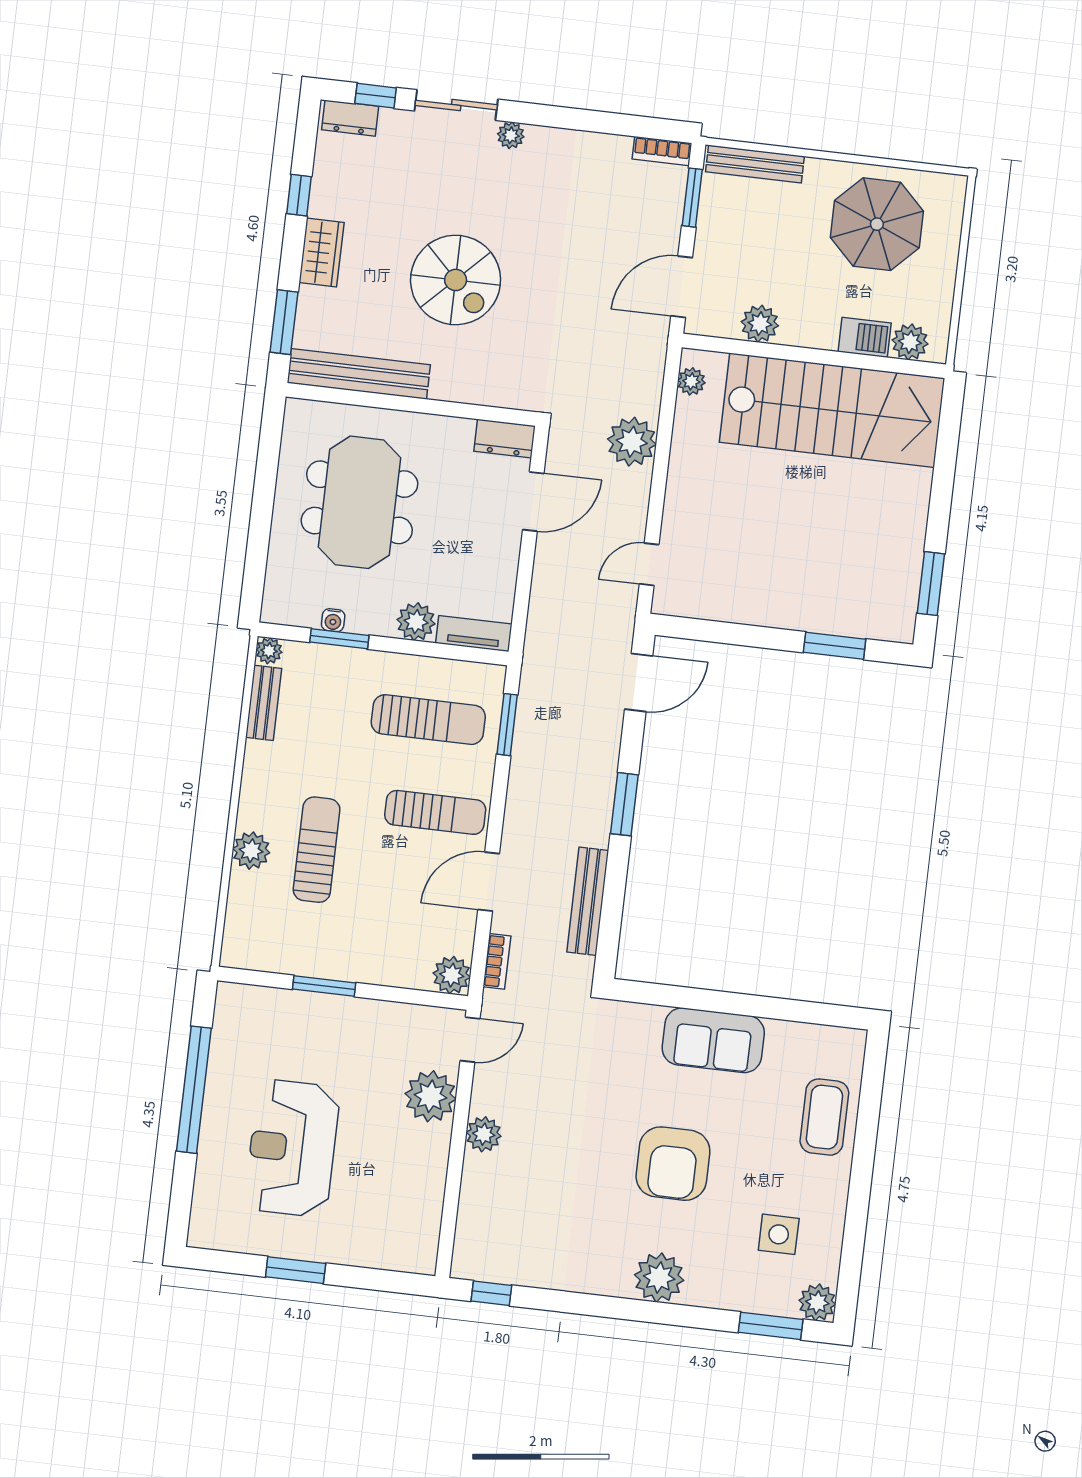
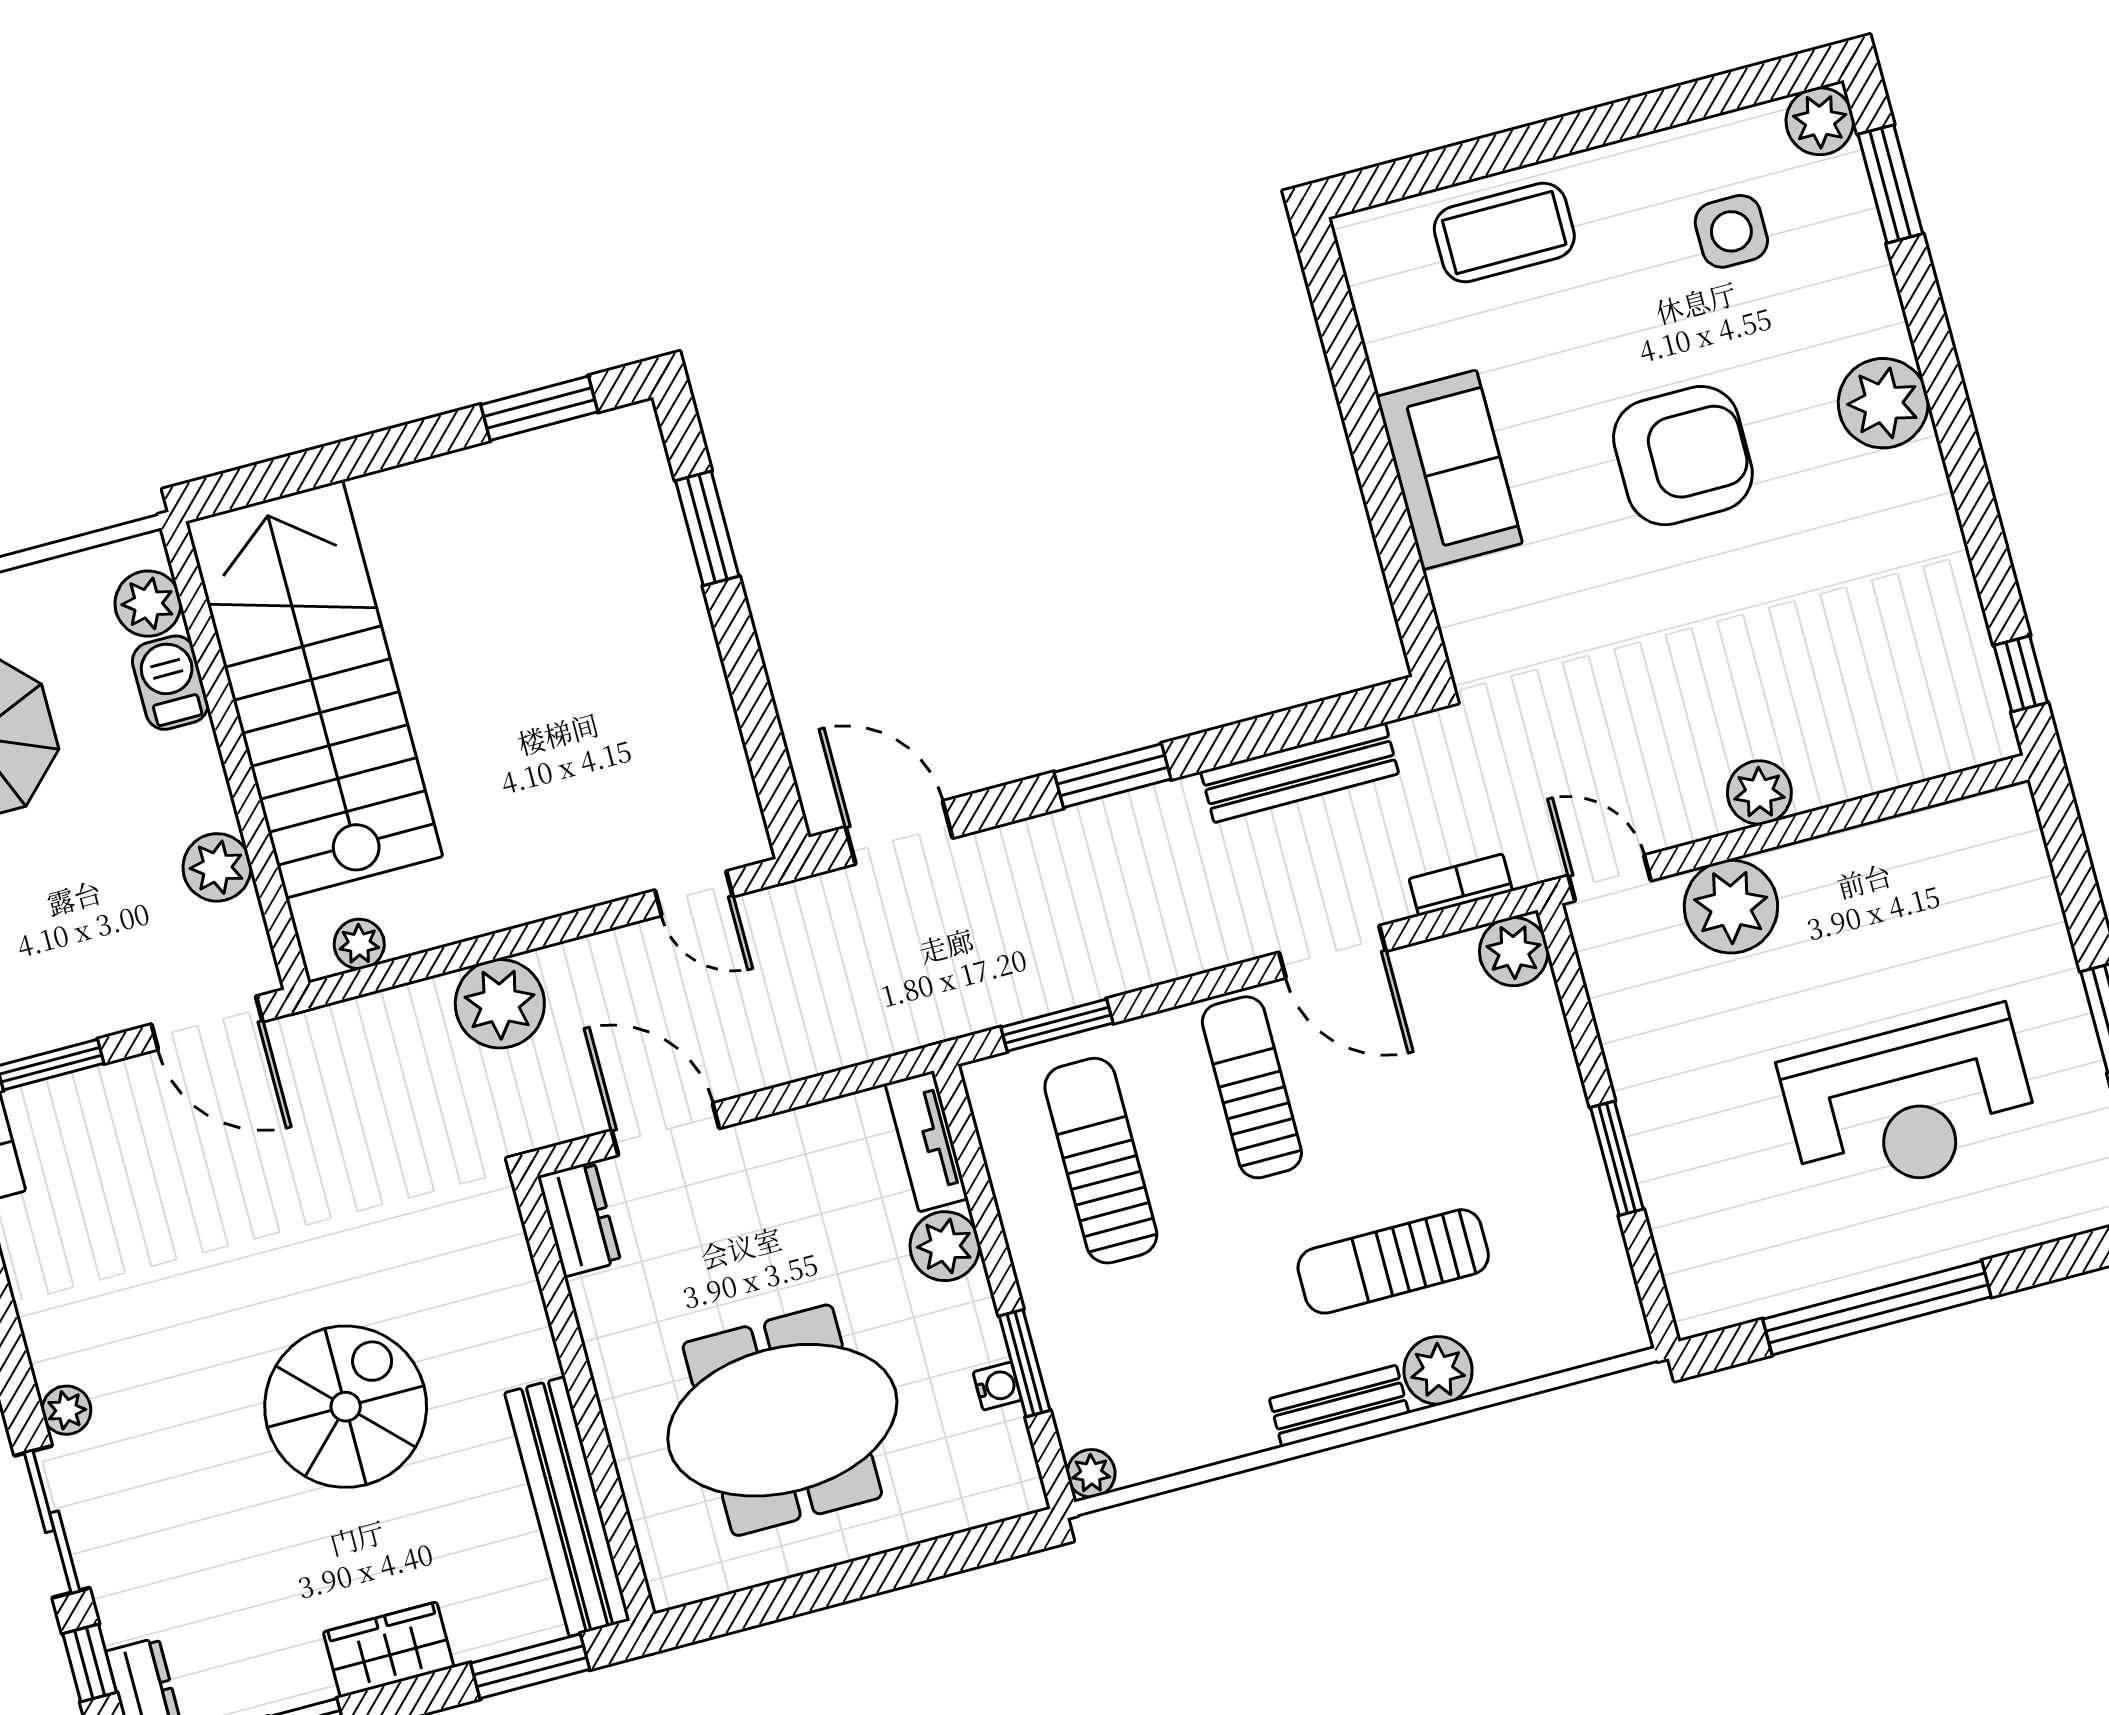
bench: (264, 703) -> (1339, 1406), moved

